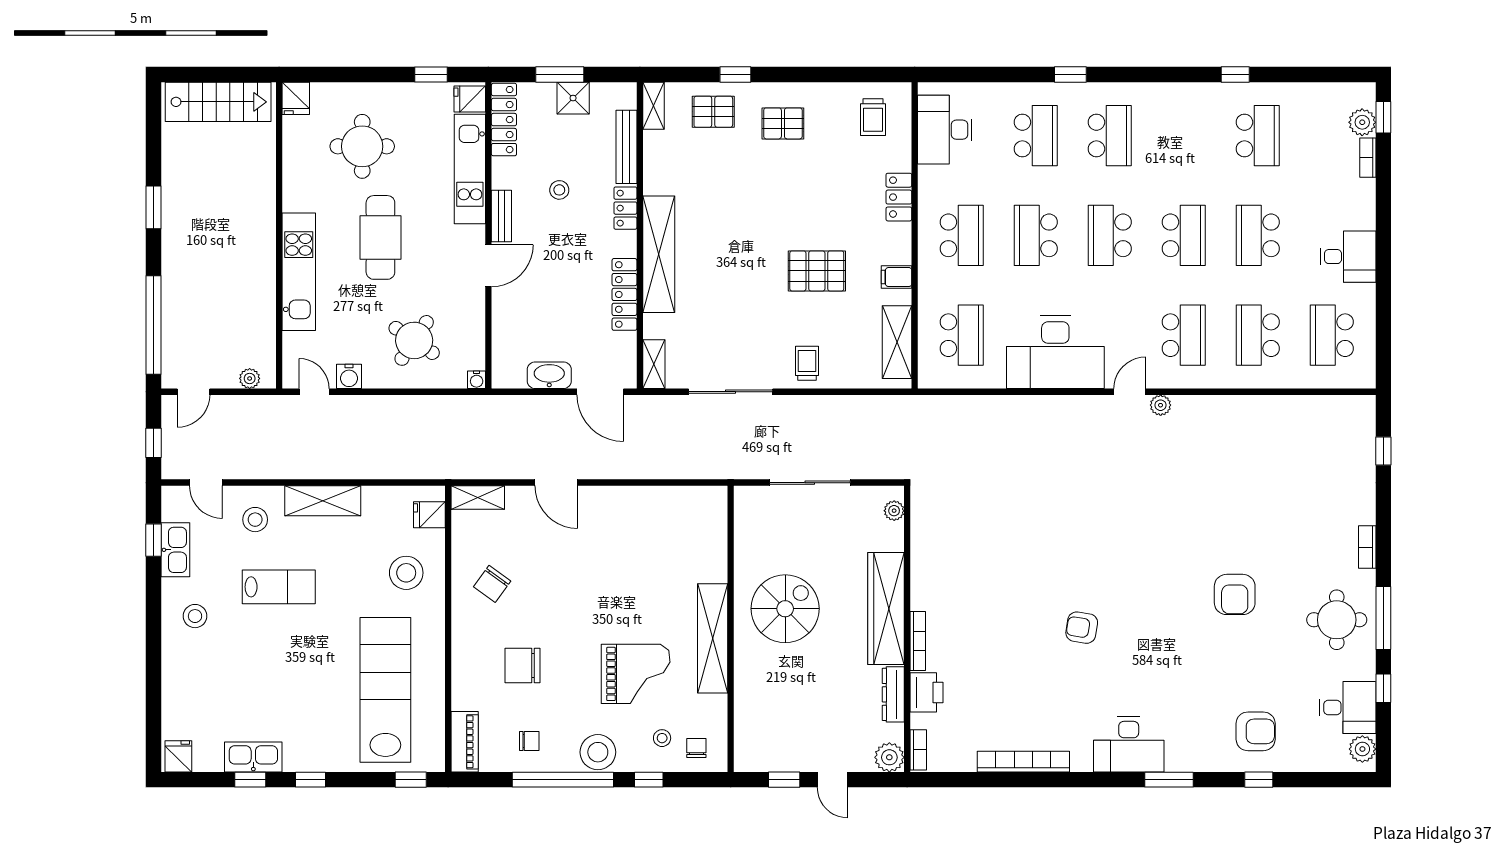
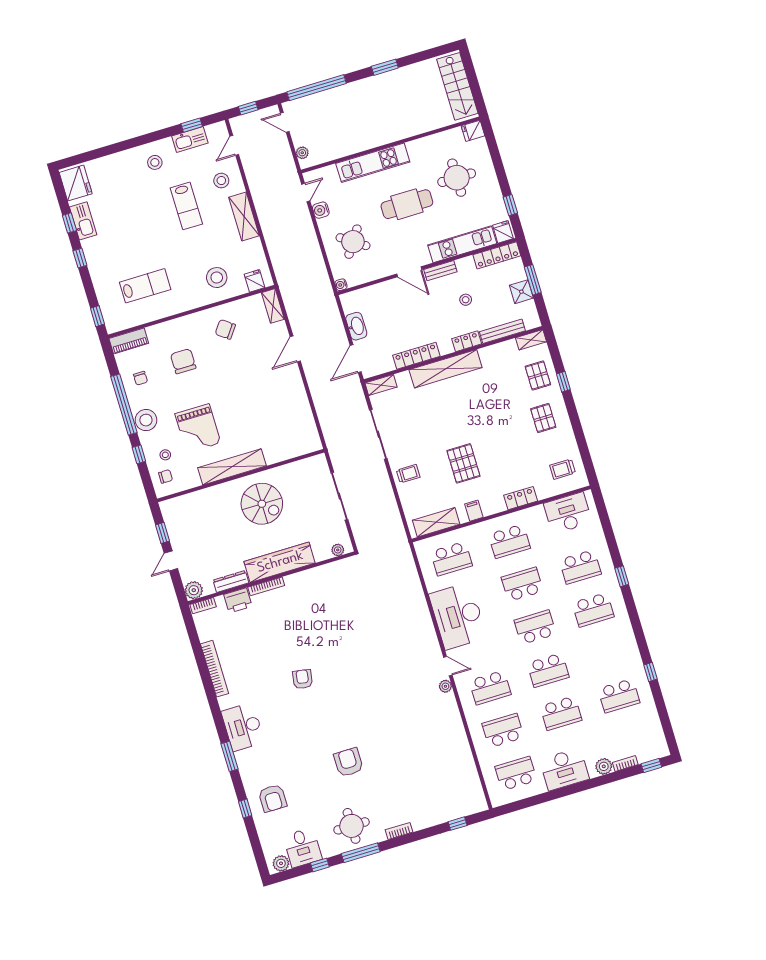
plant: (1362, 122) -> (604, 766), moved
school desk: (1258, 235) -> (561, 713), turned 180
desk: (1348, 257) -> (564, 769), width x1.37
armchair: (1235, 594) -> (348, 762), turned 90
lab bench: (385, 690) -> (145, 286), width x0.54, depth x0.72
fridge: (178, 756) -> (76, 183), width x1.88, depth x1.34

